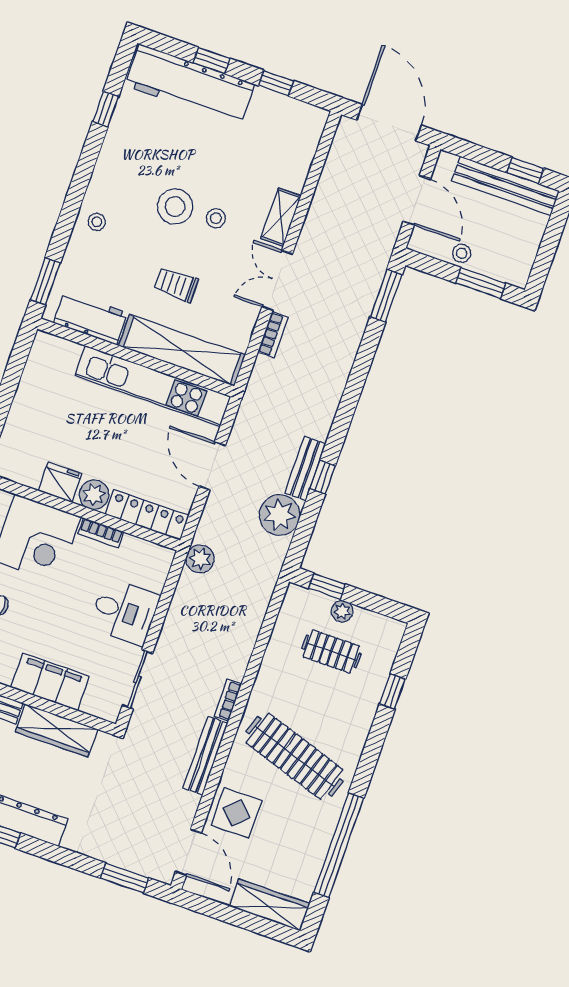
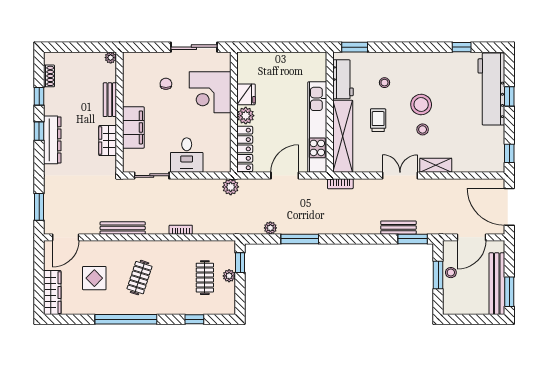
window: (276, 83) -> (509, 153), moved
door: (389, 123) -> (509, 207), swing flipped
window: (525, 170) -> (509, 292), width x1.50
stool: (97, 222) -> (384, 83), moved
window: (481, 283) -> (438, 275), moved
bookcase: (273, 335) -> (340, 184), moved
bench: (305, 468) -> (398, 228), moved
window: (323, 477) -> (300, 239), width x2.17
plant: (280, 515) -> (270, 228), width x0.53, depth x0.53
bookcase: (101, 533) -> (226, 127), removed
bookcase: (228, 700) -> (181, 230), moved
wardrobe: (57, 730) -> (108, 141), width x0.67
clothes rail: (295, 756) -> (140, 278), width x0.54, depth x0.76
display table: (237, 813) -> (94, 278), moved
window: (339, 845) -> (126, 319), moved

